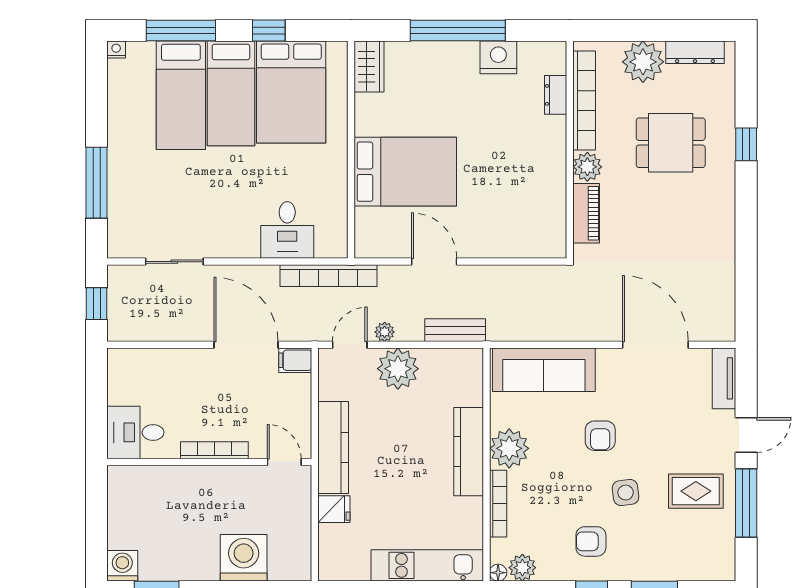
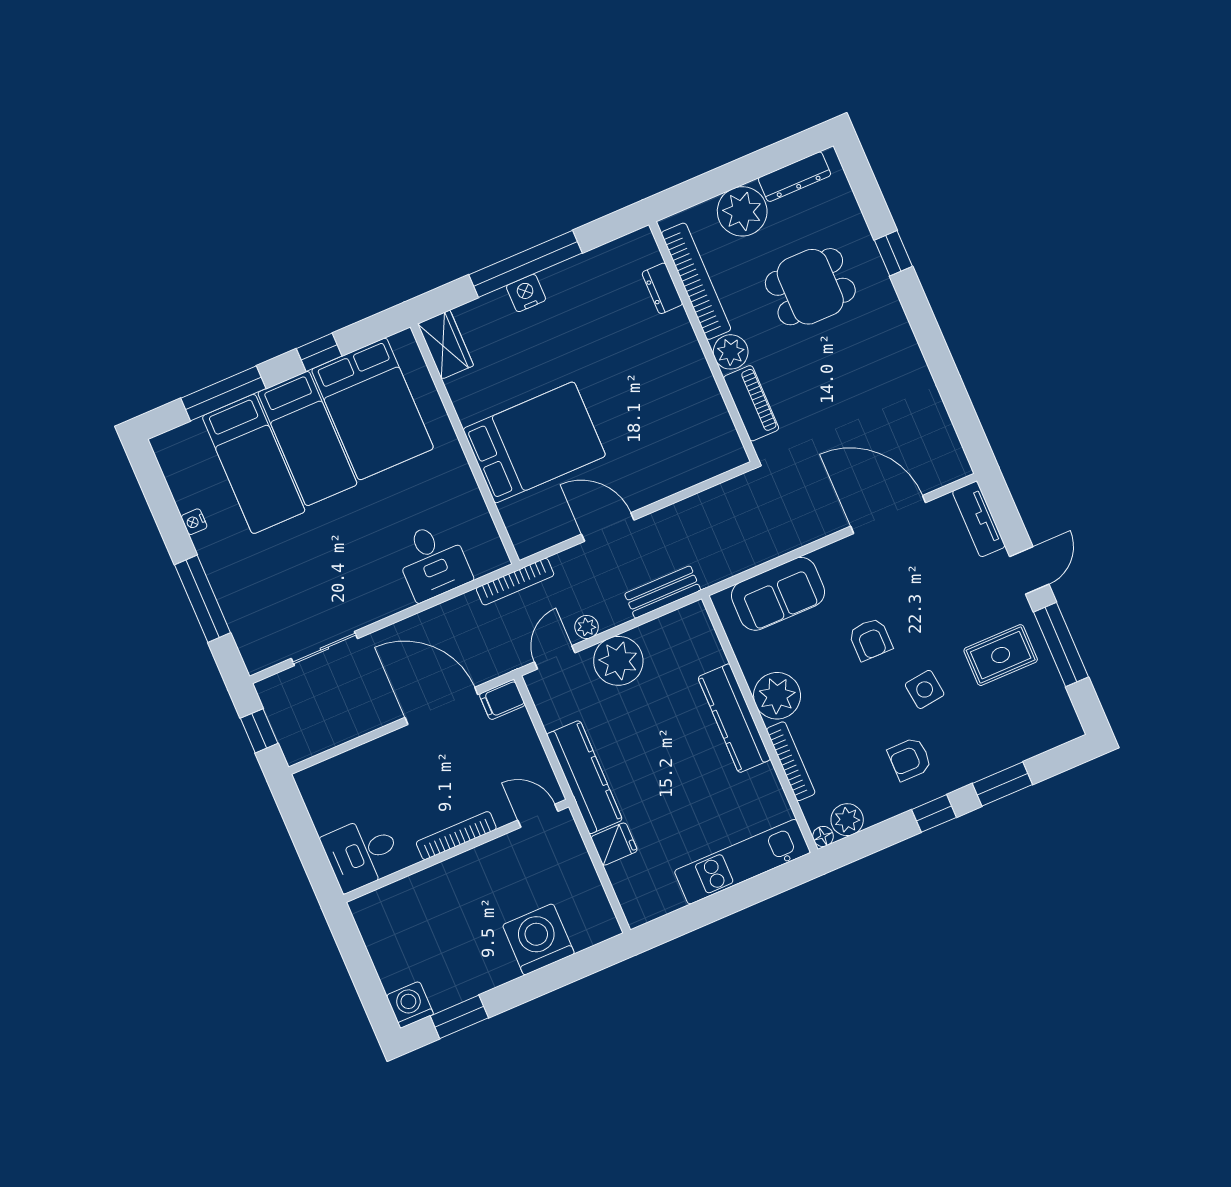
nightstand: (116, 50) -> (194, 522), moved, turned -90
nightstand: (498, 57) -> (526, 293), moved, width x0.74, depth x0.75
bookcase: (328, 276) -> (515, 582), width x0.68, depth x0.76
sofa: (544, 370) -> (778, 594), width x0.73

